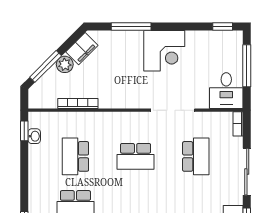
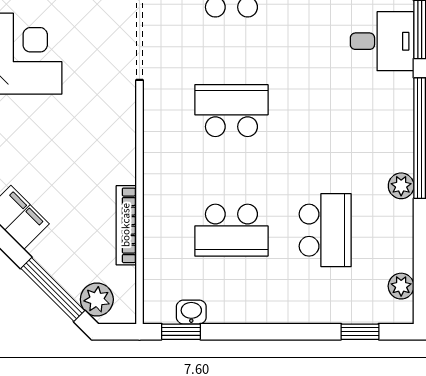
plant: (65, 64) -> (97, 299), moved
school desk: (136, 156) -> (231, 111), turned -90

